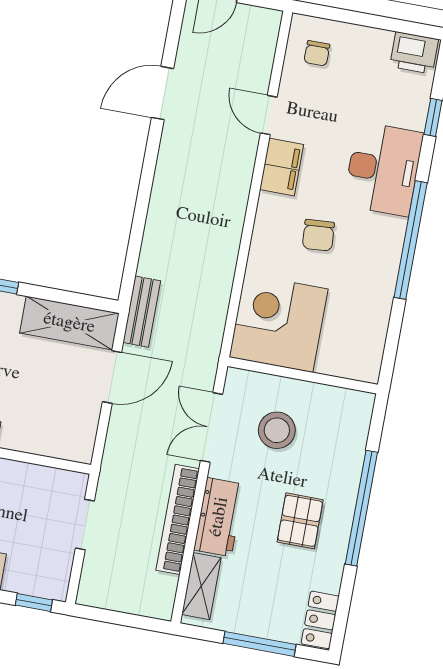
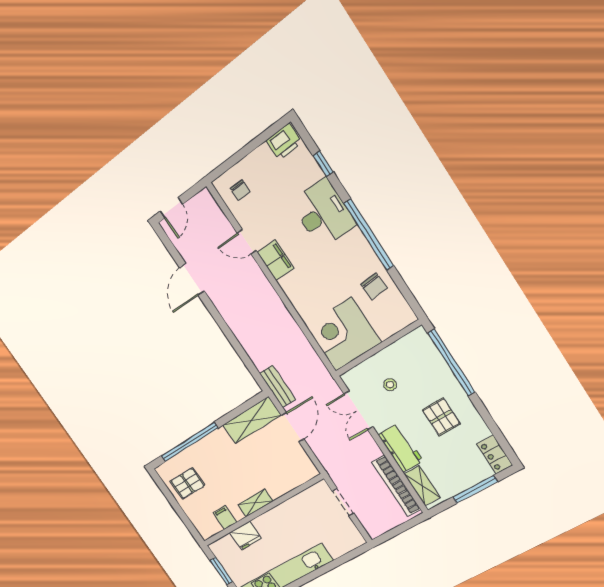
chair: (318, 235) -> (374, 286), moved
stool: (277, 430) -> (390, 385), width x0.53, depth x0.53
window: (361, 508) -> (451, 362), moved
bookcase: (178, 519) -> (396, 486), moved
window: (34, 602) -> (353, 554), removed

